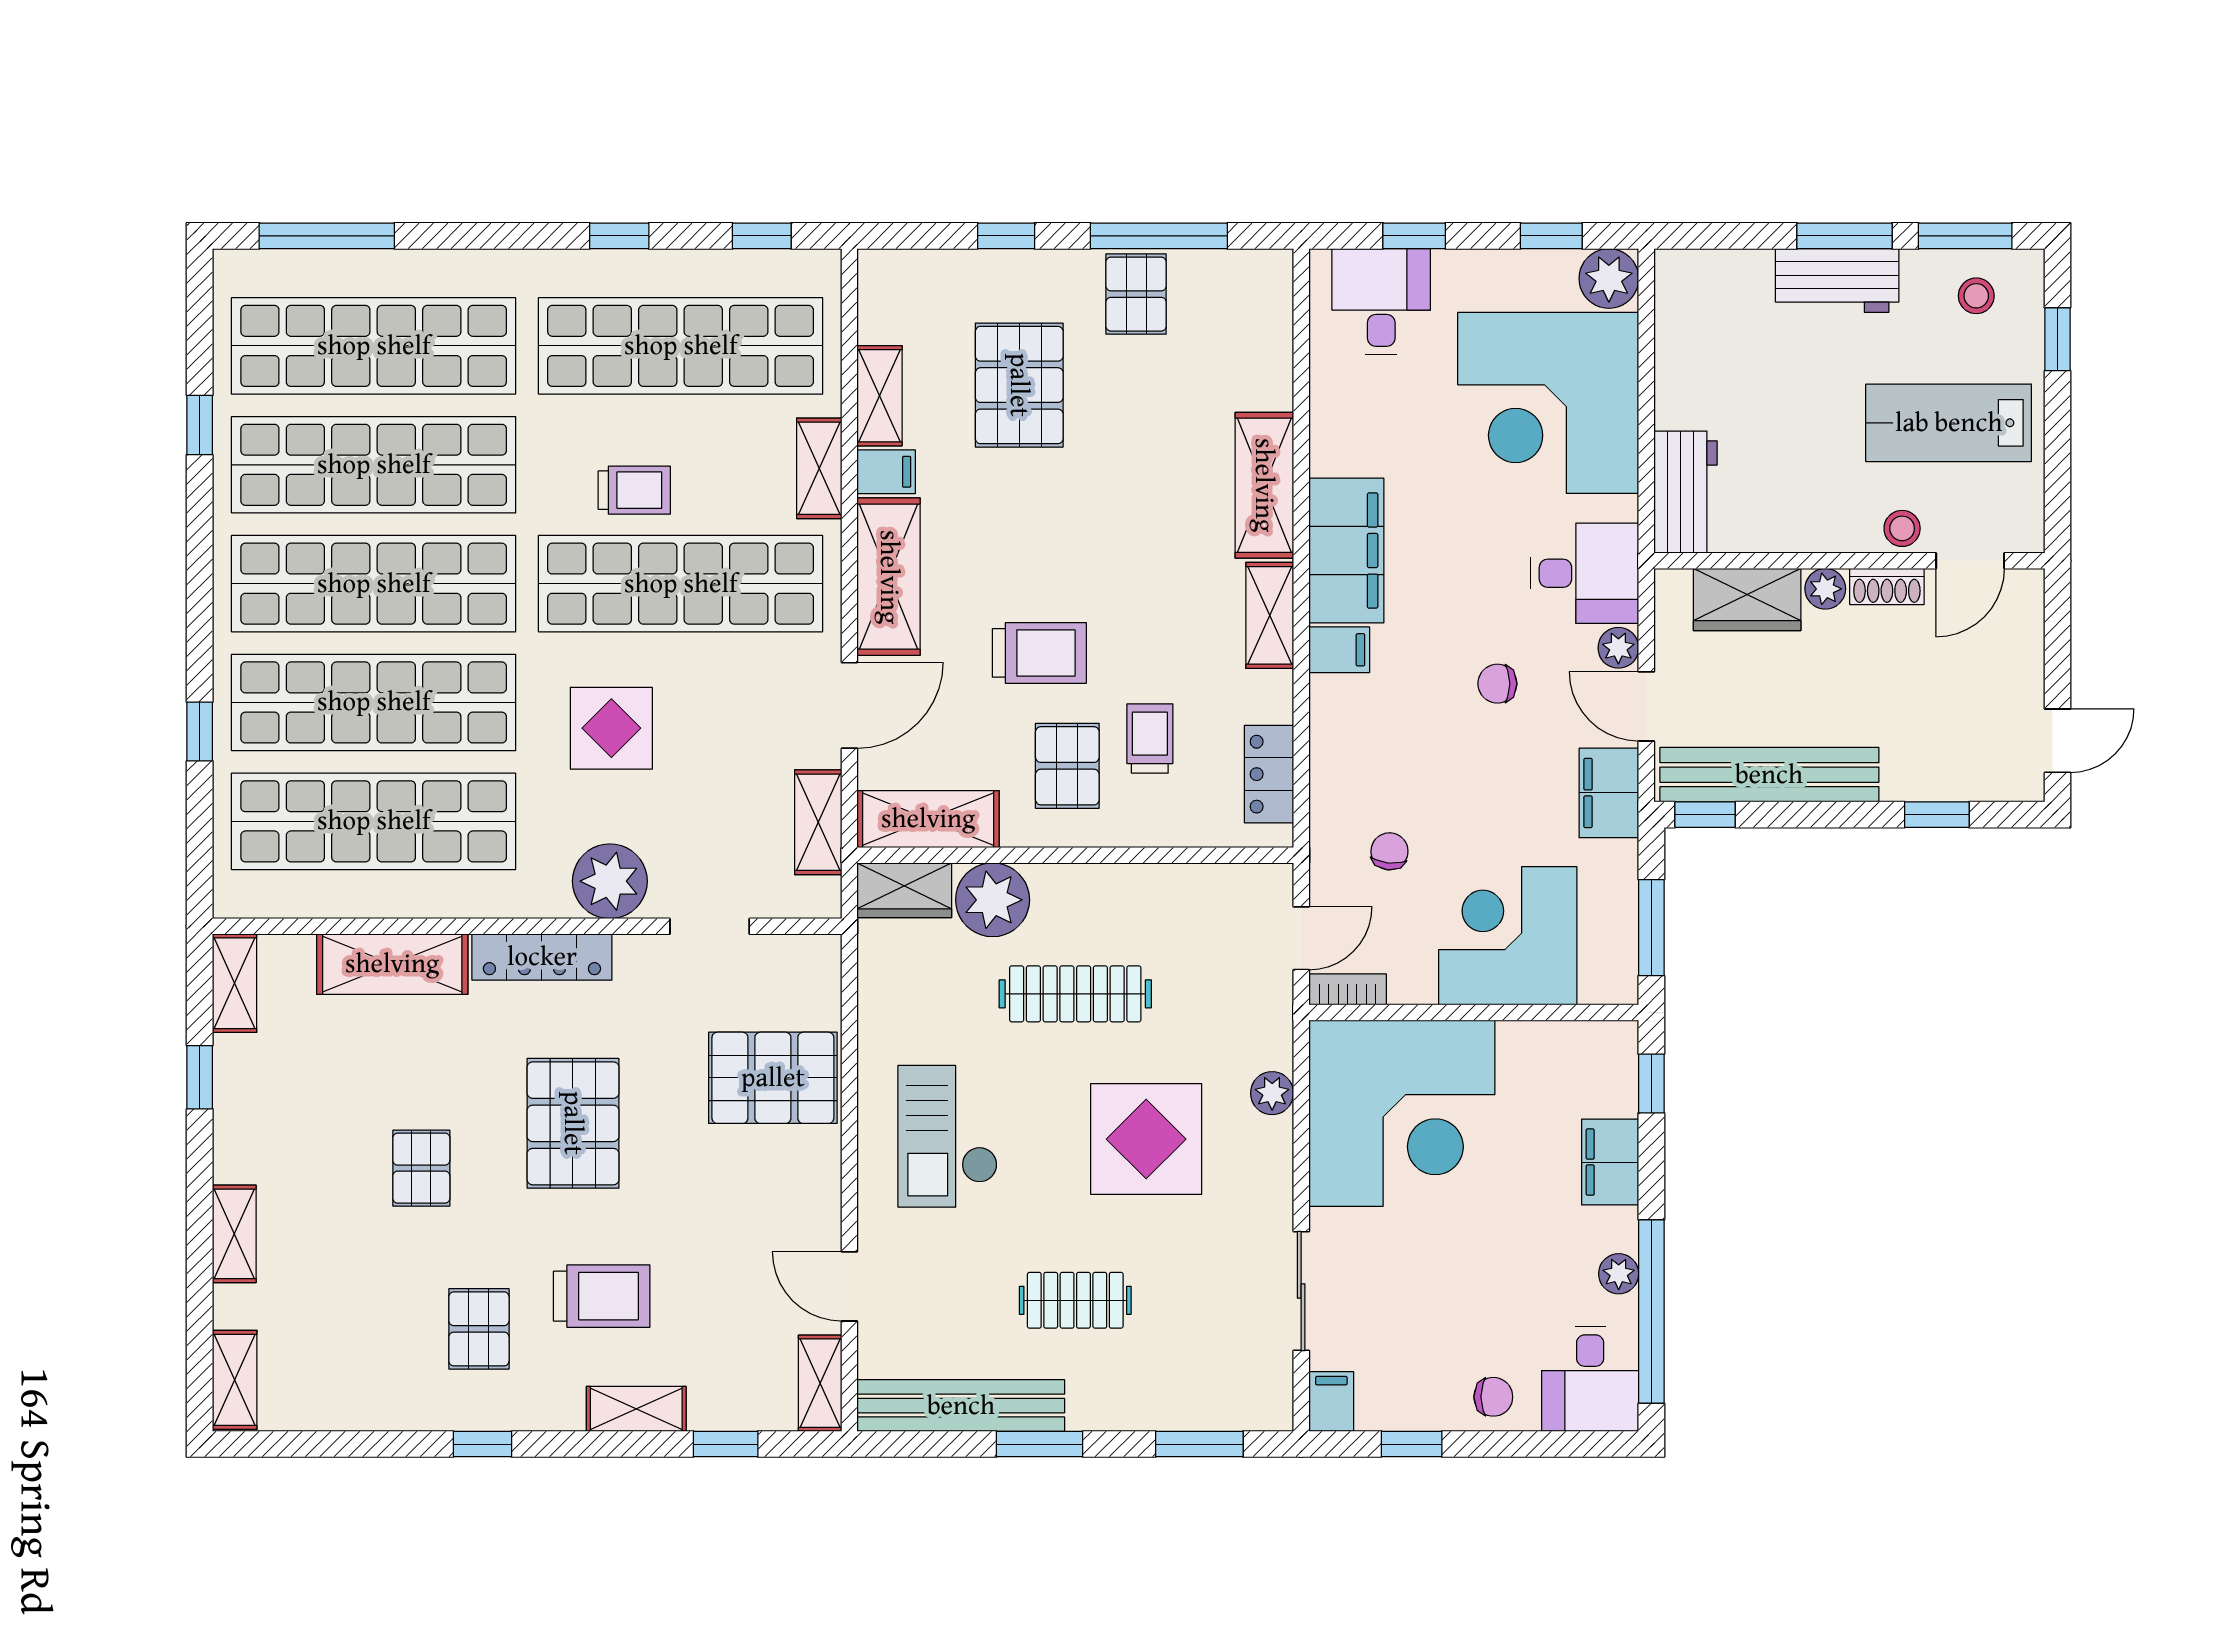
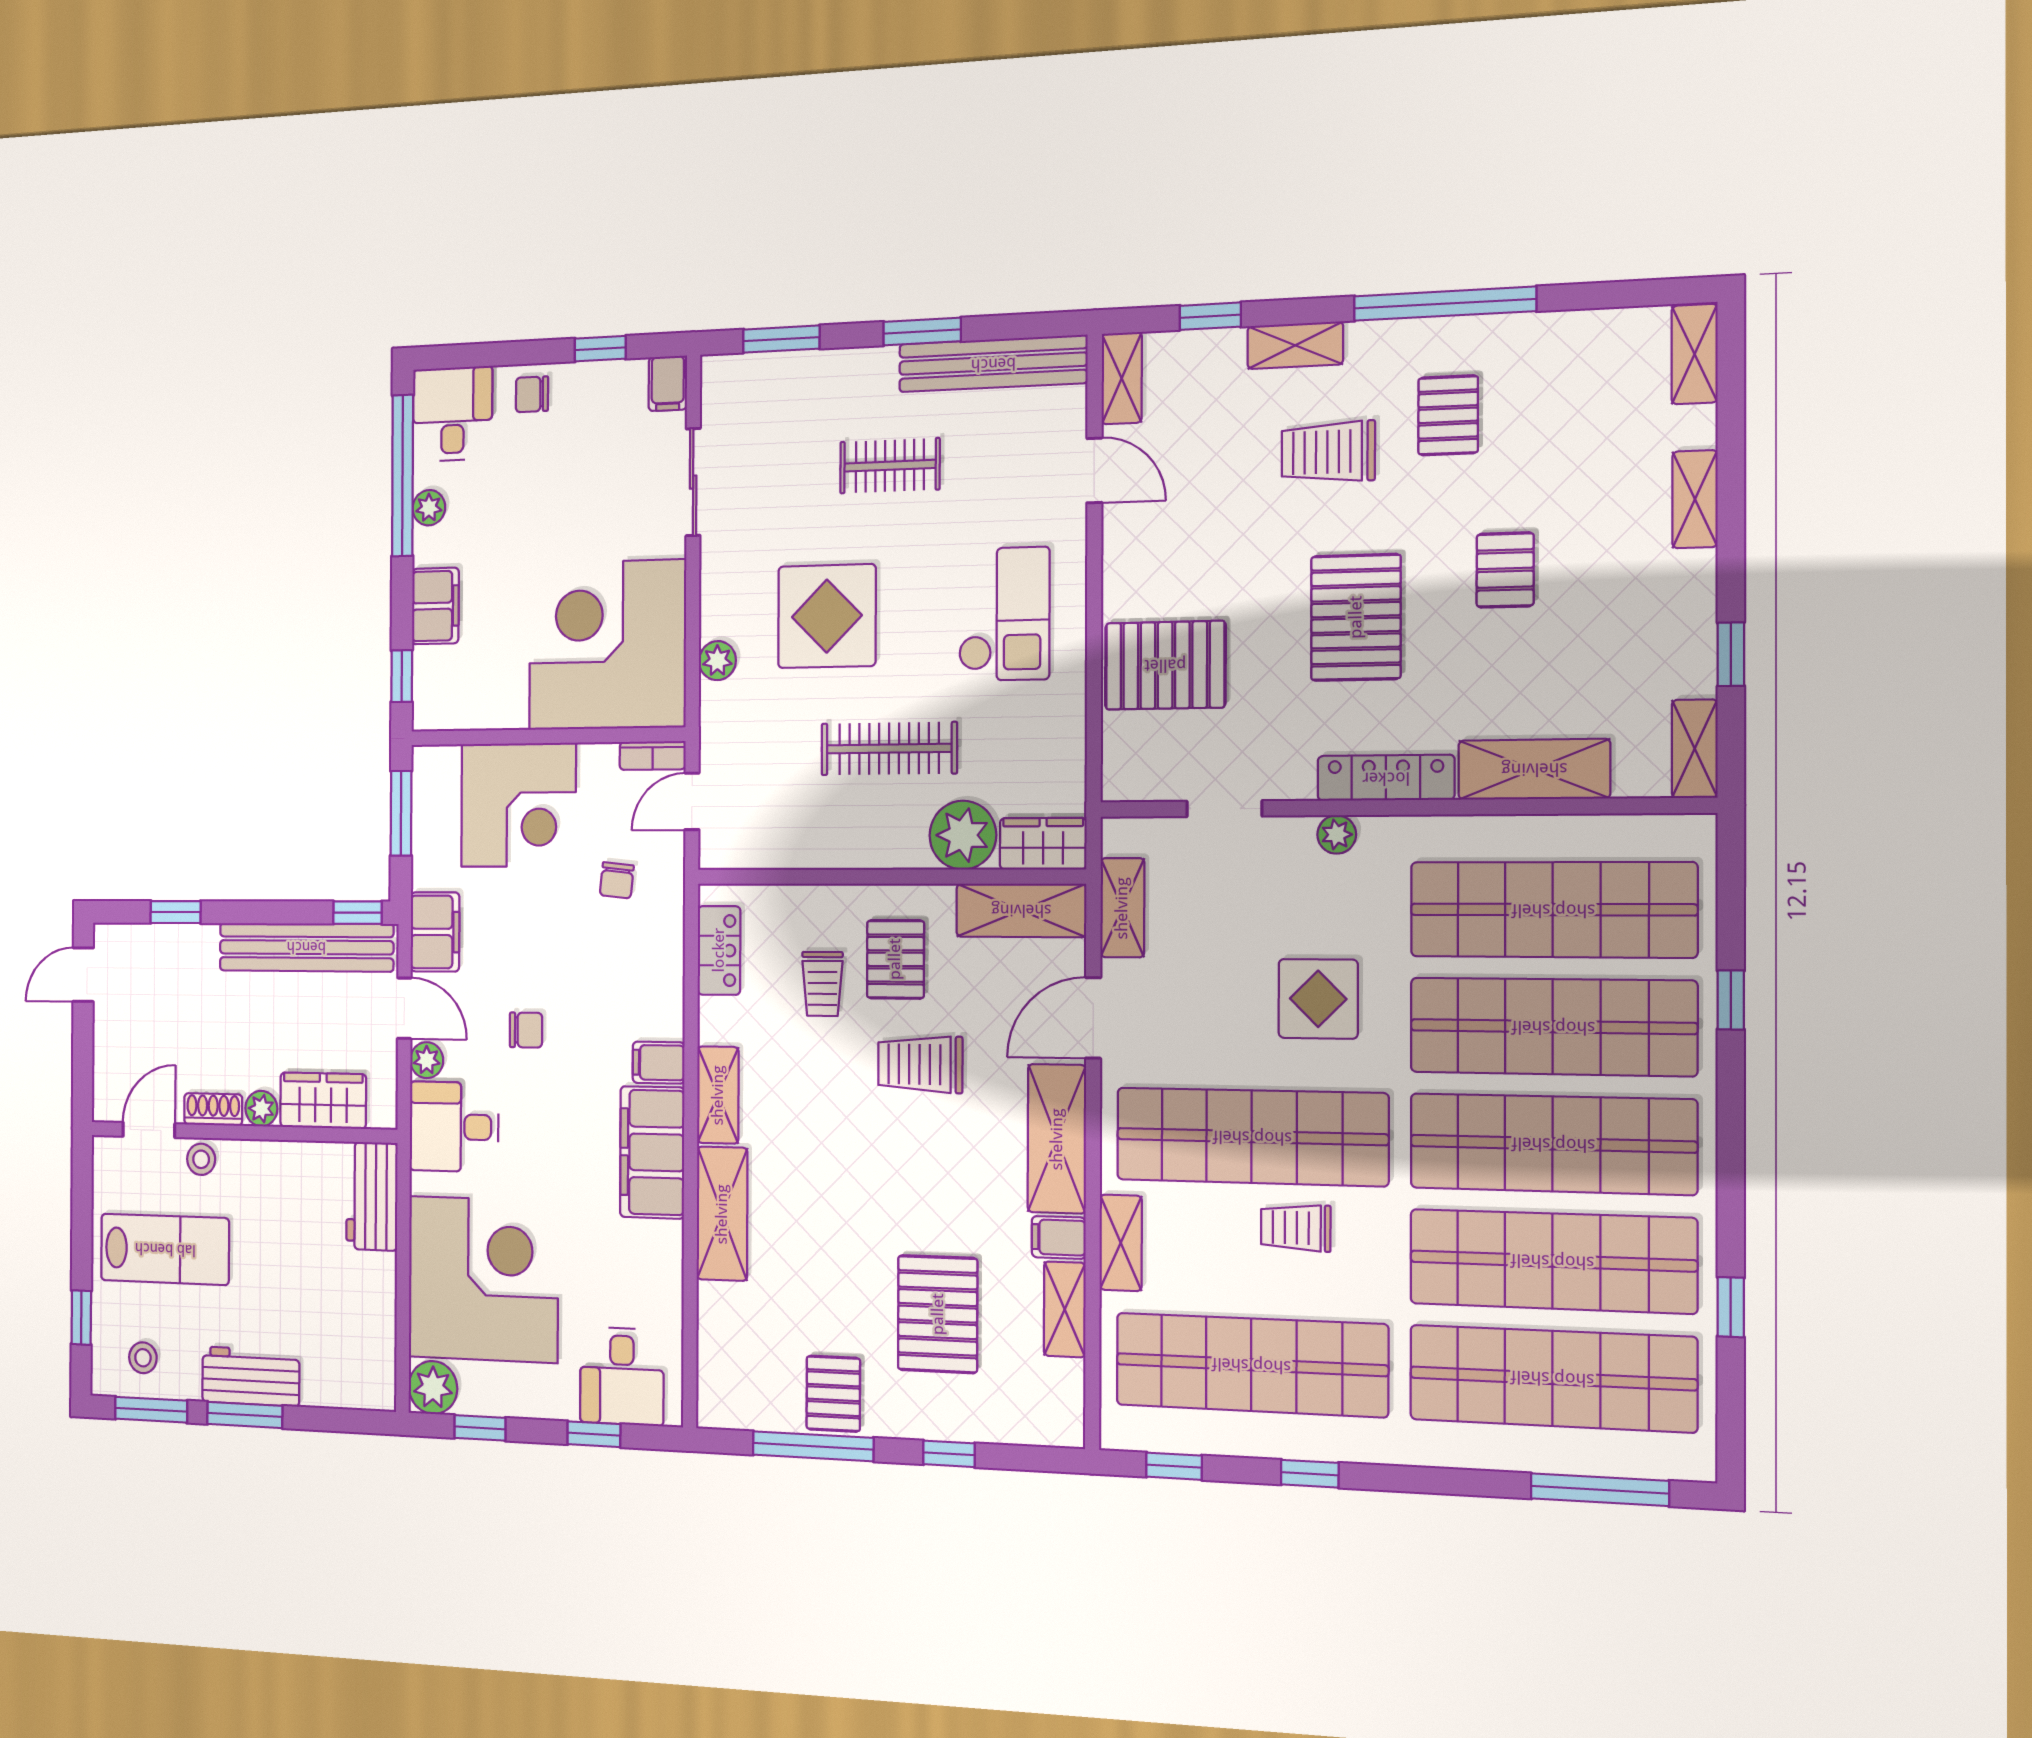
plant: (610, 881) -> (1337, 834), width x0.53, depth x0.53
window: (483, 1444) -> (1445, 304), width x3.17

